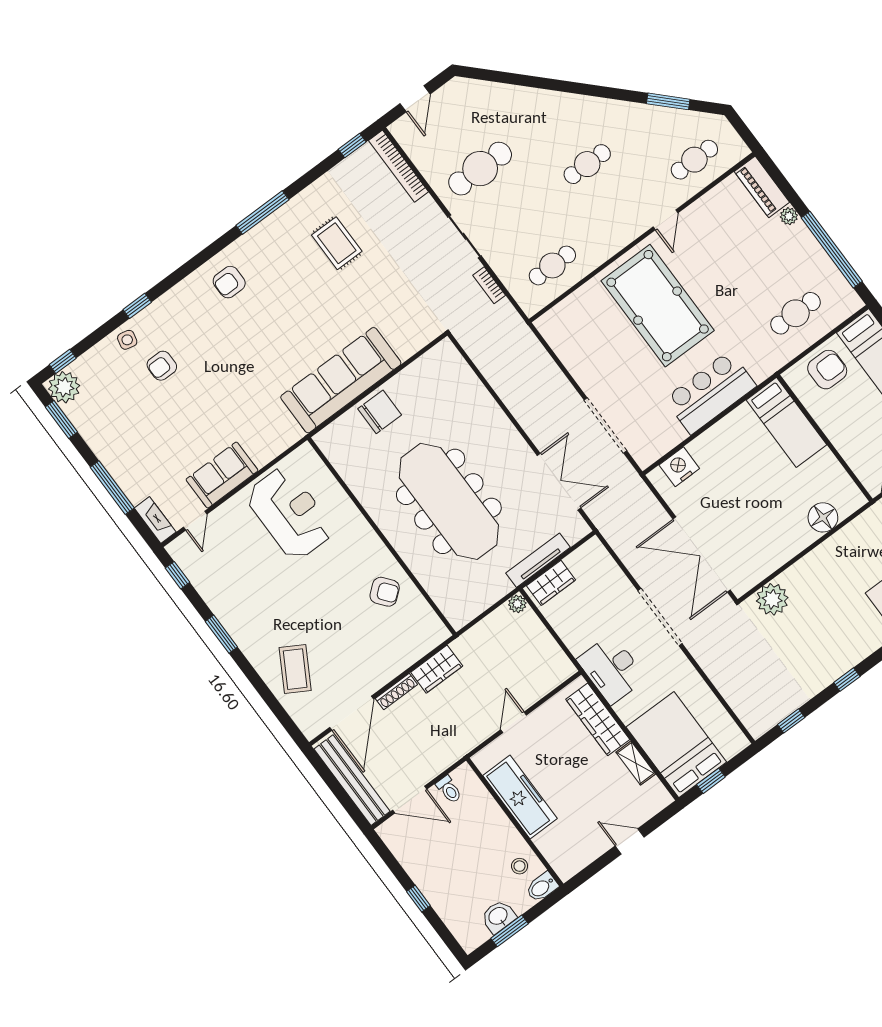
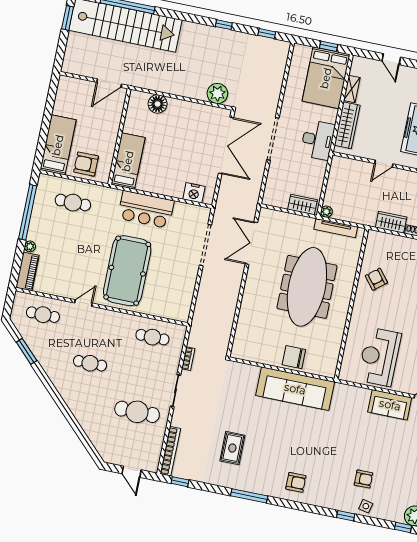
door: (415, 99) -> (132, 472), swing flipped
tv unit: (538, 560) -> (336, 228), moved

